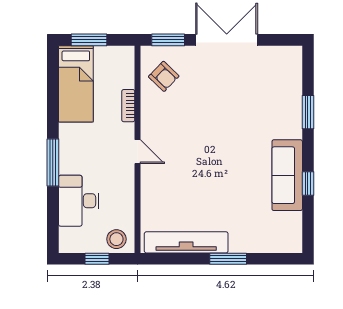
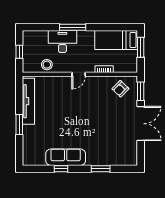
desk: (79, 201) -> (62, 42), moved
stool: (116, 239) -> (47, 65), moved

